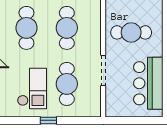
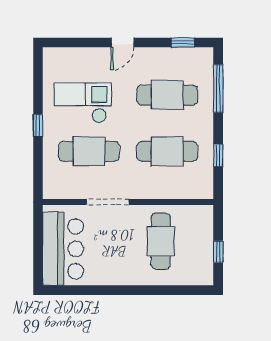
bar counter: (148, 83) -> (63, 249), moved, turned 90
checkout: (32, 88) -> (83, 103), turned 180

